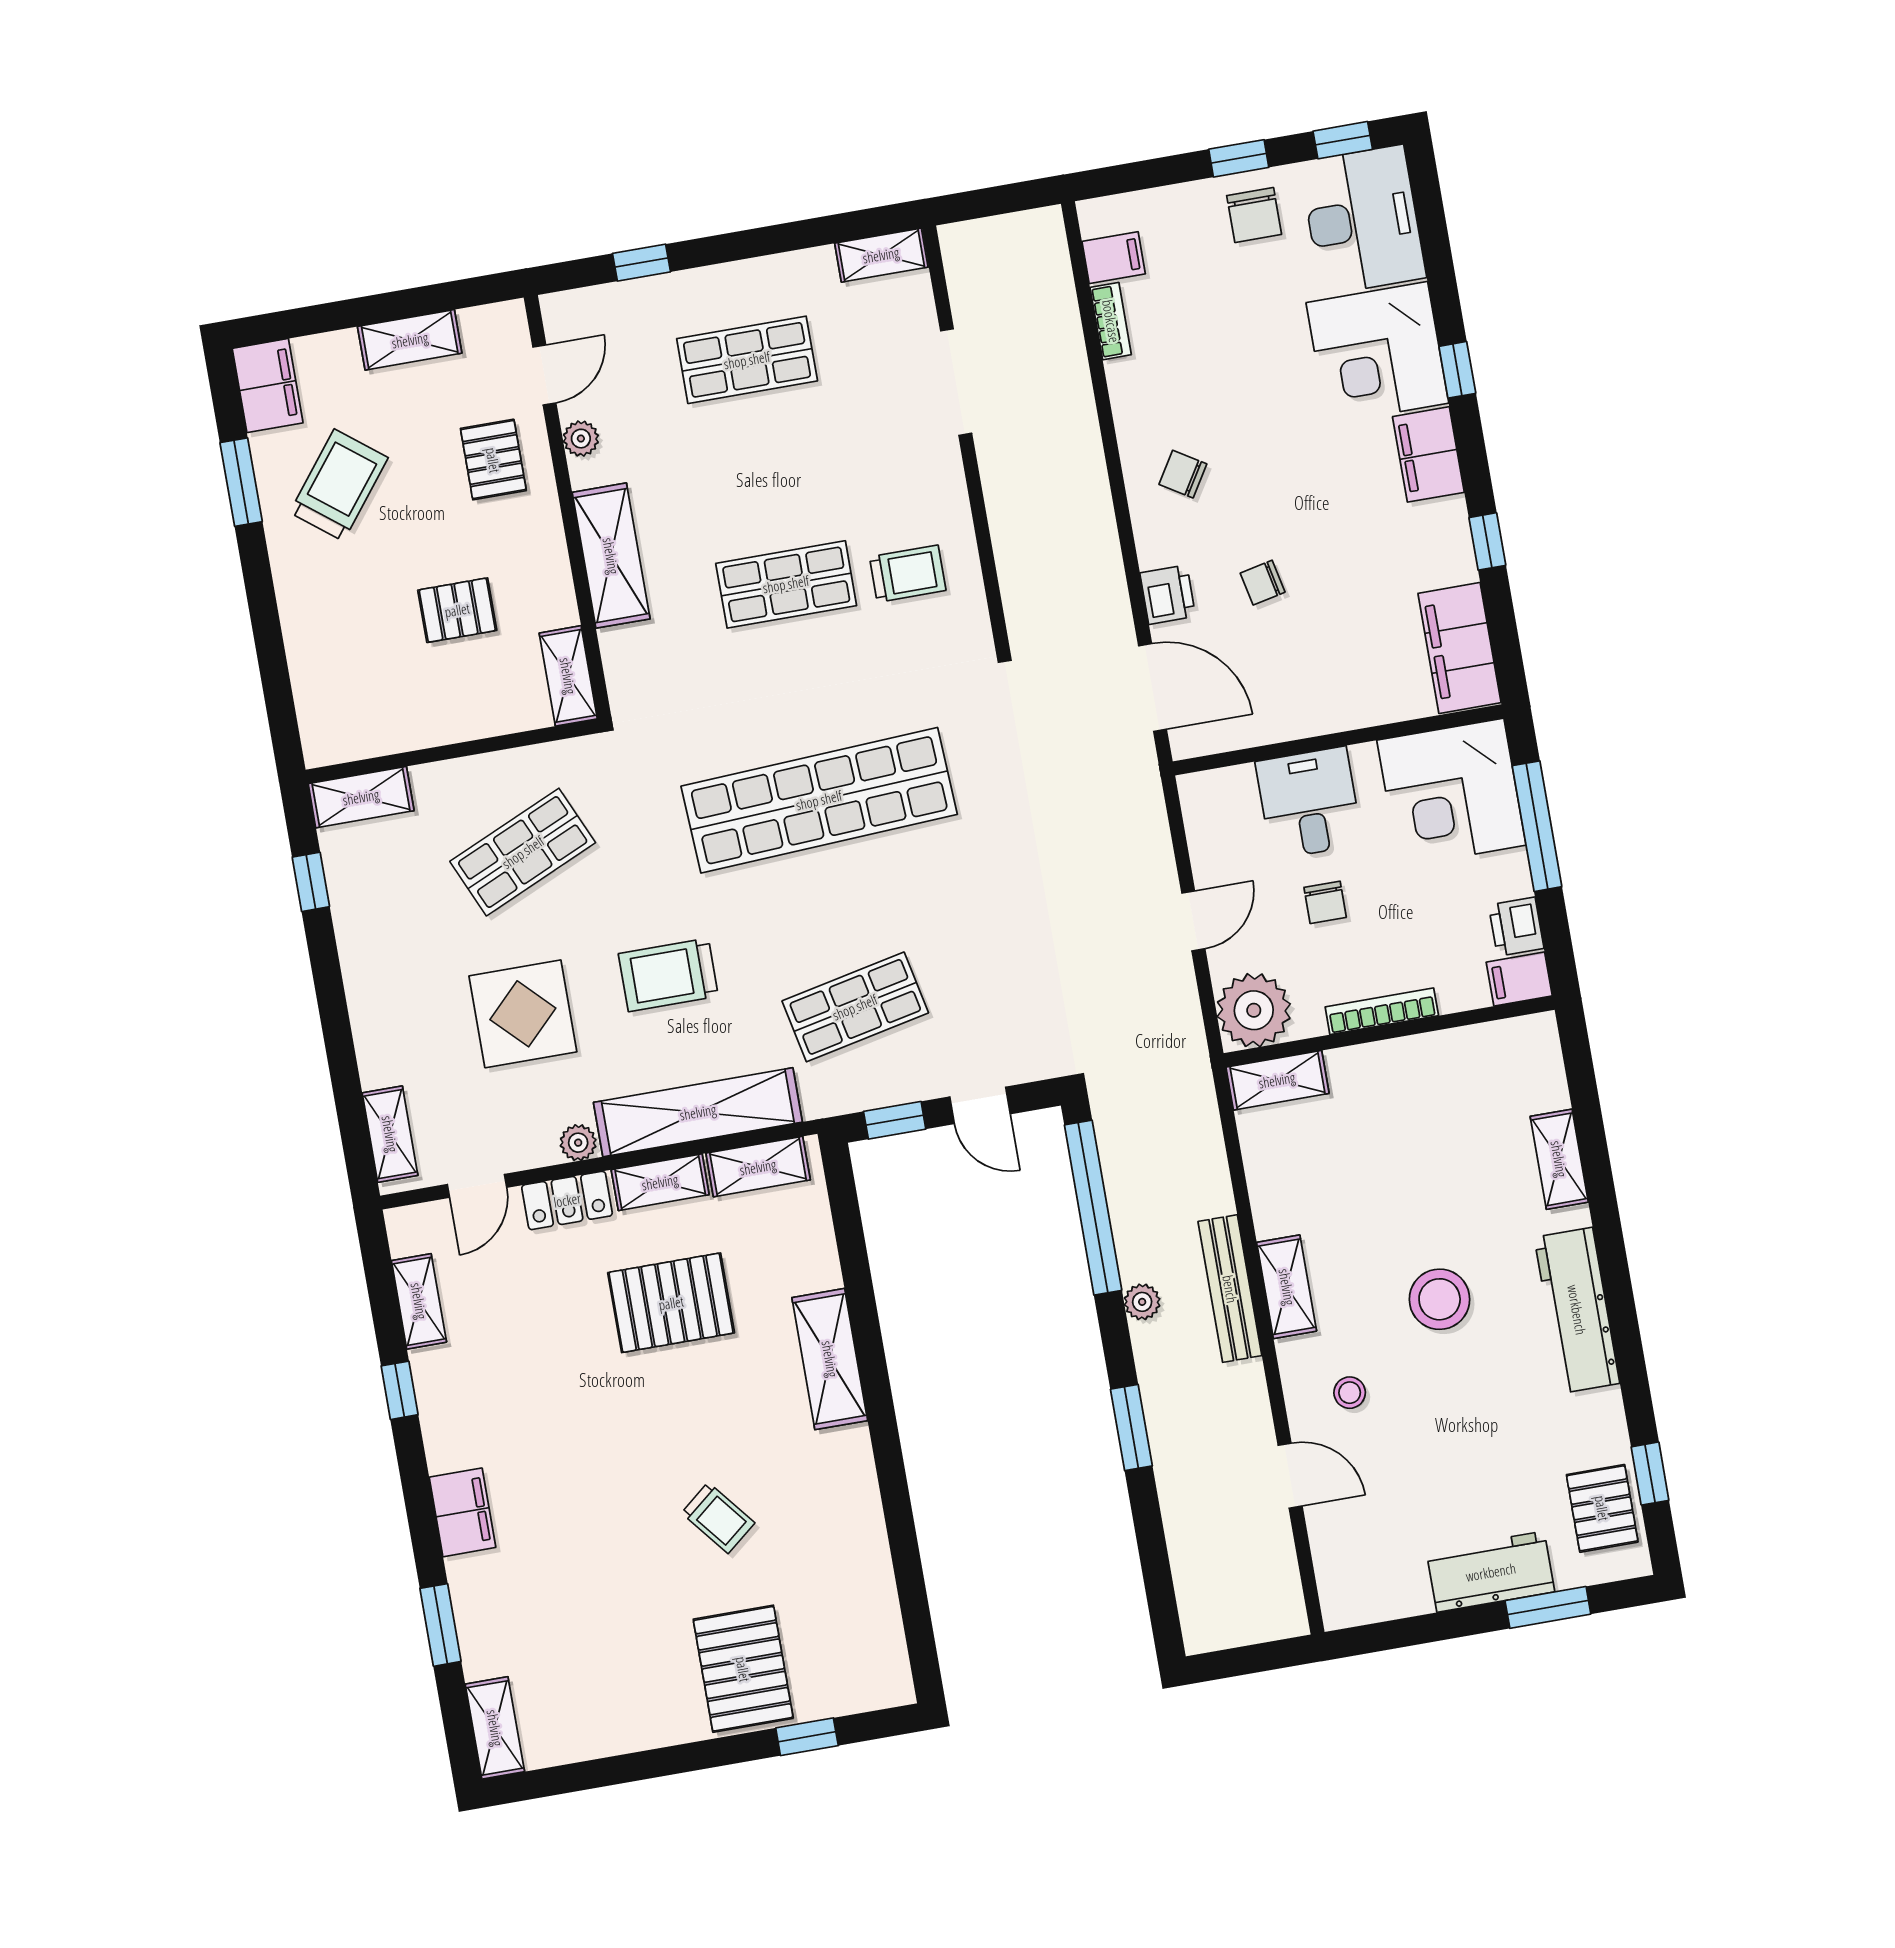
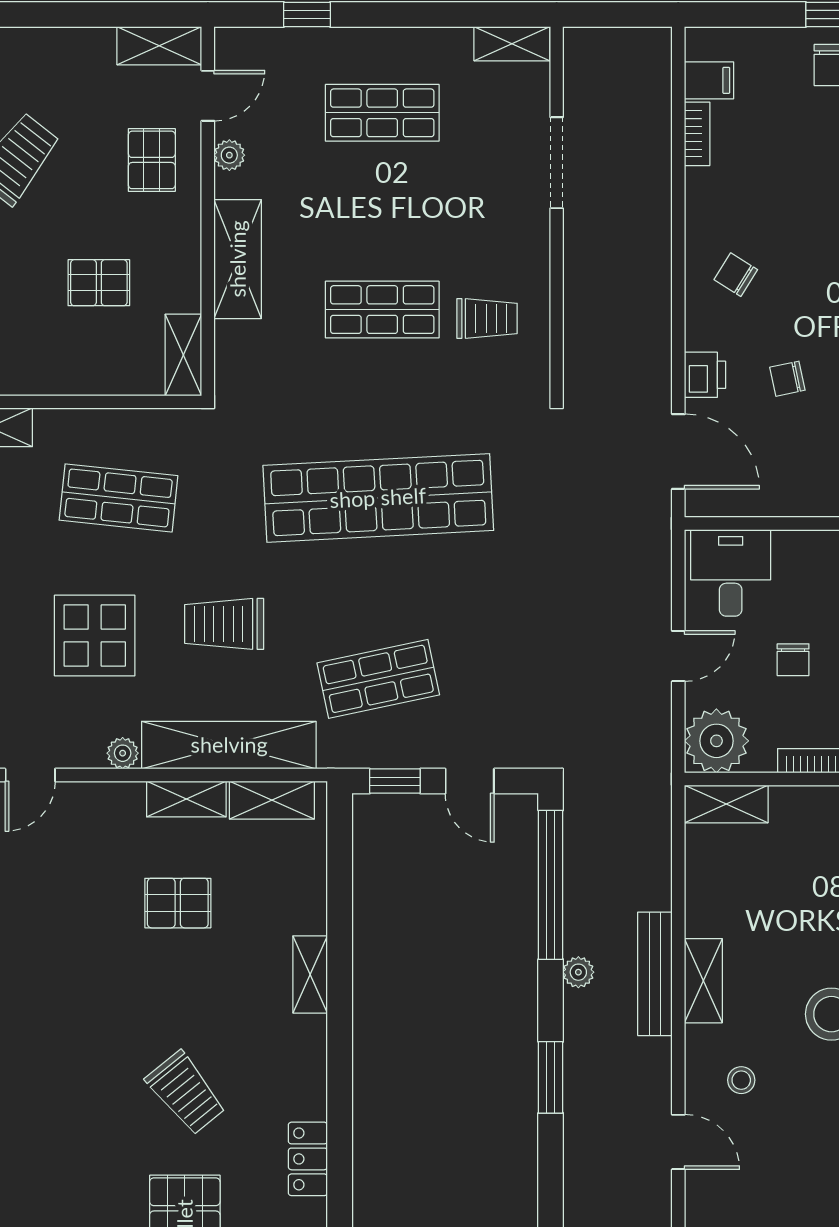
shelving: (410, 340) -> (159, 46), moved
desk: (1309, 803) -> (731, 573), moved
shop shelf: (523, 852) -> (119, 498), turned 30
locker: (567, 1200) -> (308, 1159), moved, turned 90
pallet: (671, 1303) -> (178, 903), width x0.67, depth x0.71
shelving: (830, 1359) -> (310, 974), width x0.67, depth x0.75
trolley: (718, 1518) -> (186, 1093), width x1.36, depth x1.39

